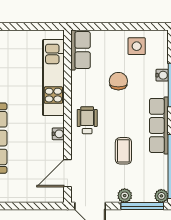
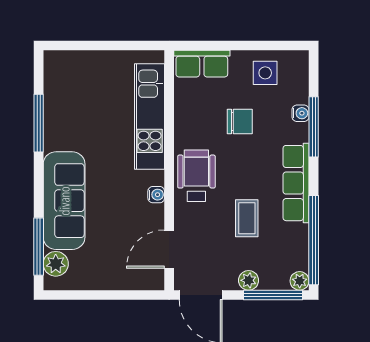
row of seats: (81, 50) -> (202, 64), moved, turned 90
chair: (118, 81) -> (240, 122), turned 90
wheelchair: (87, 120) -> (196, 176), width x1.36, depth x1.37

